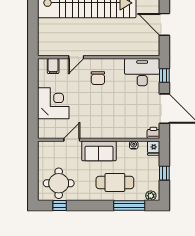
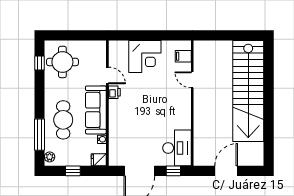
chair: (98, 78) -> (171, 102), removed
printer: (153, 133) -> (114, 92), moved
sofa: (99, 151) -> (96, 110), width x1.36

